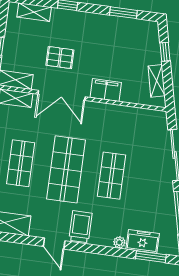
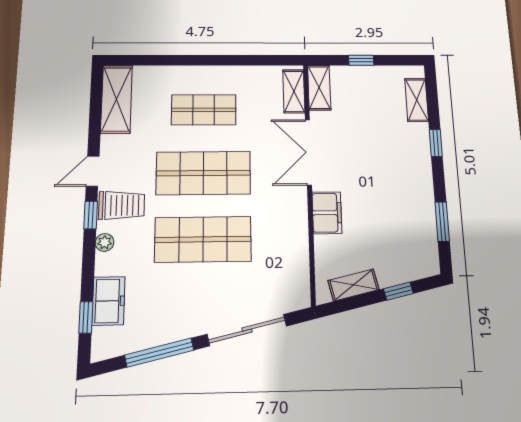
pallet: (60, 58) -> (361, 143), removed
shop shelf: (112, 176) -> (203, 239), width x1.43, depth x1.36
plant: (119, 242) -> (105, 242), moved
window: (84, 248) -> (91, 215), added
window: (151, 257) -> (86, 317), width x0.67

